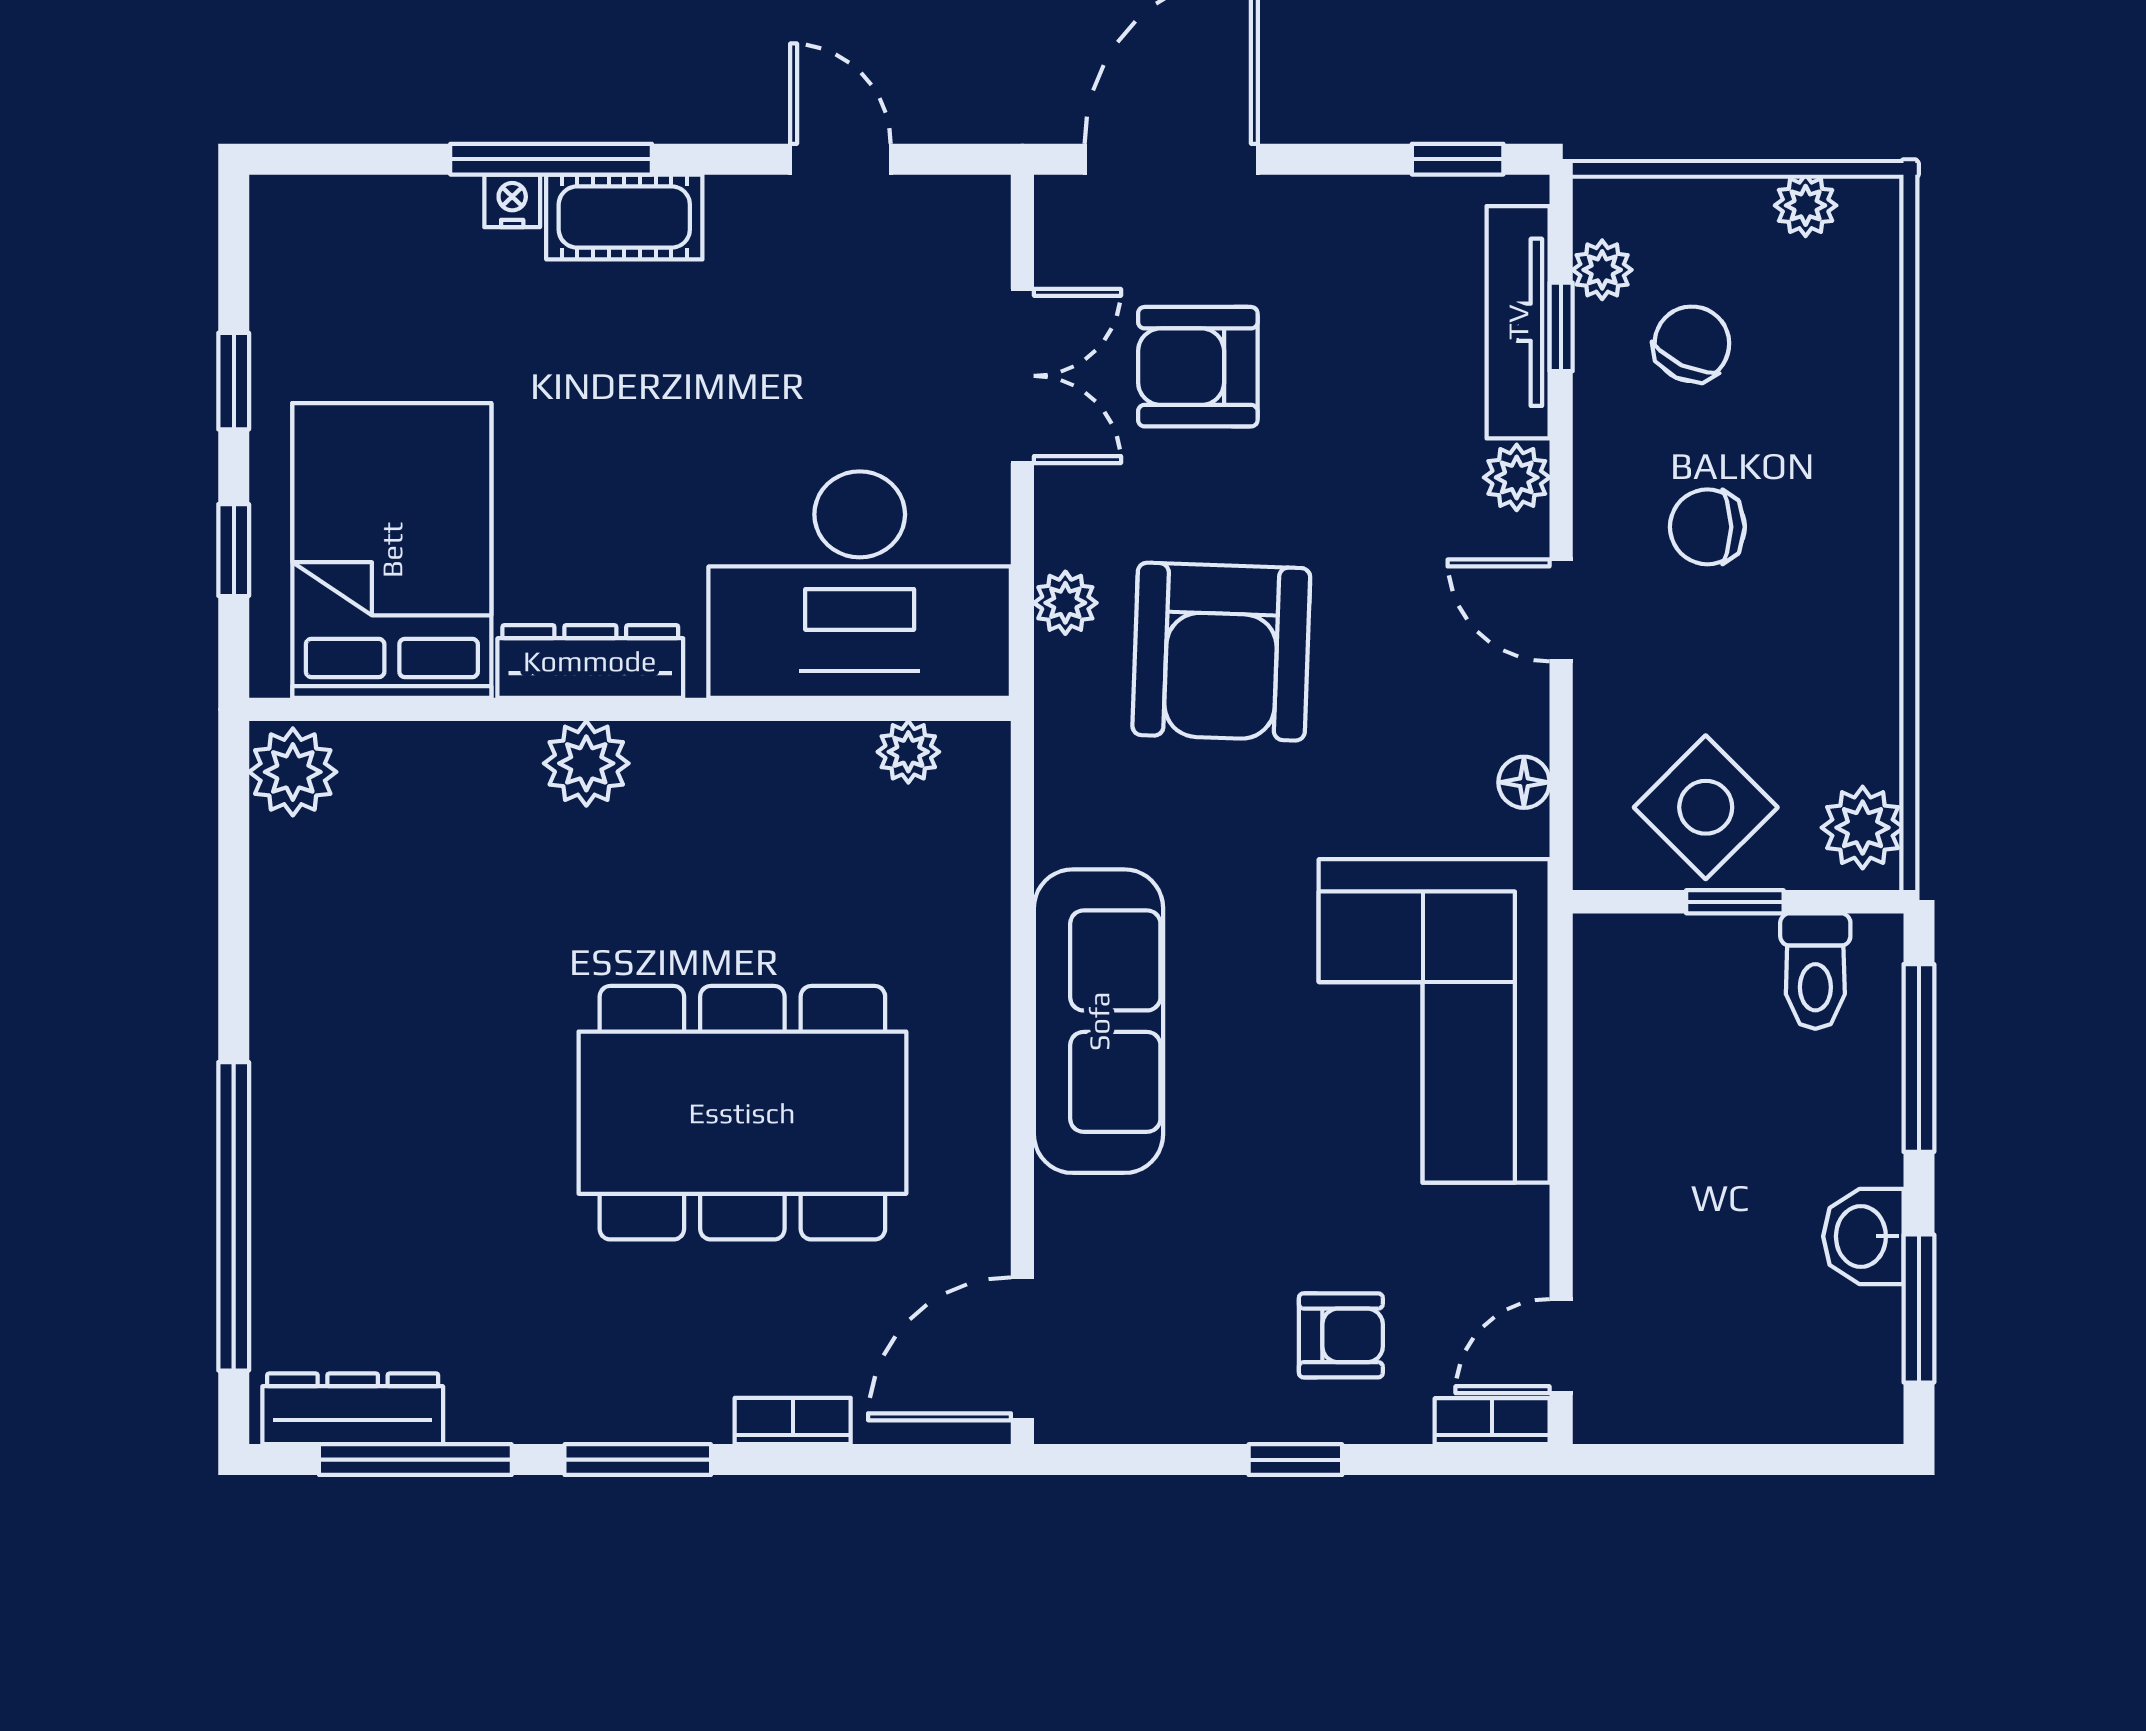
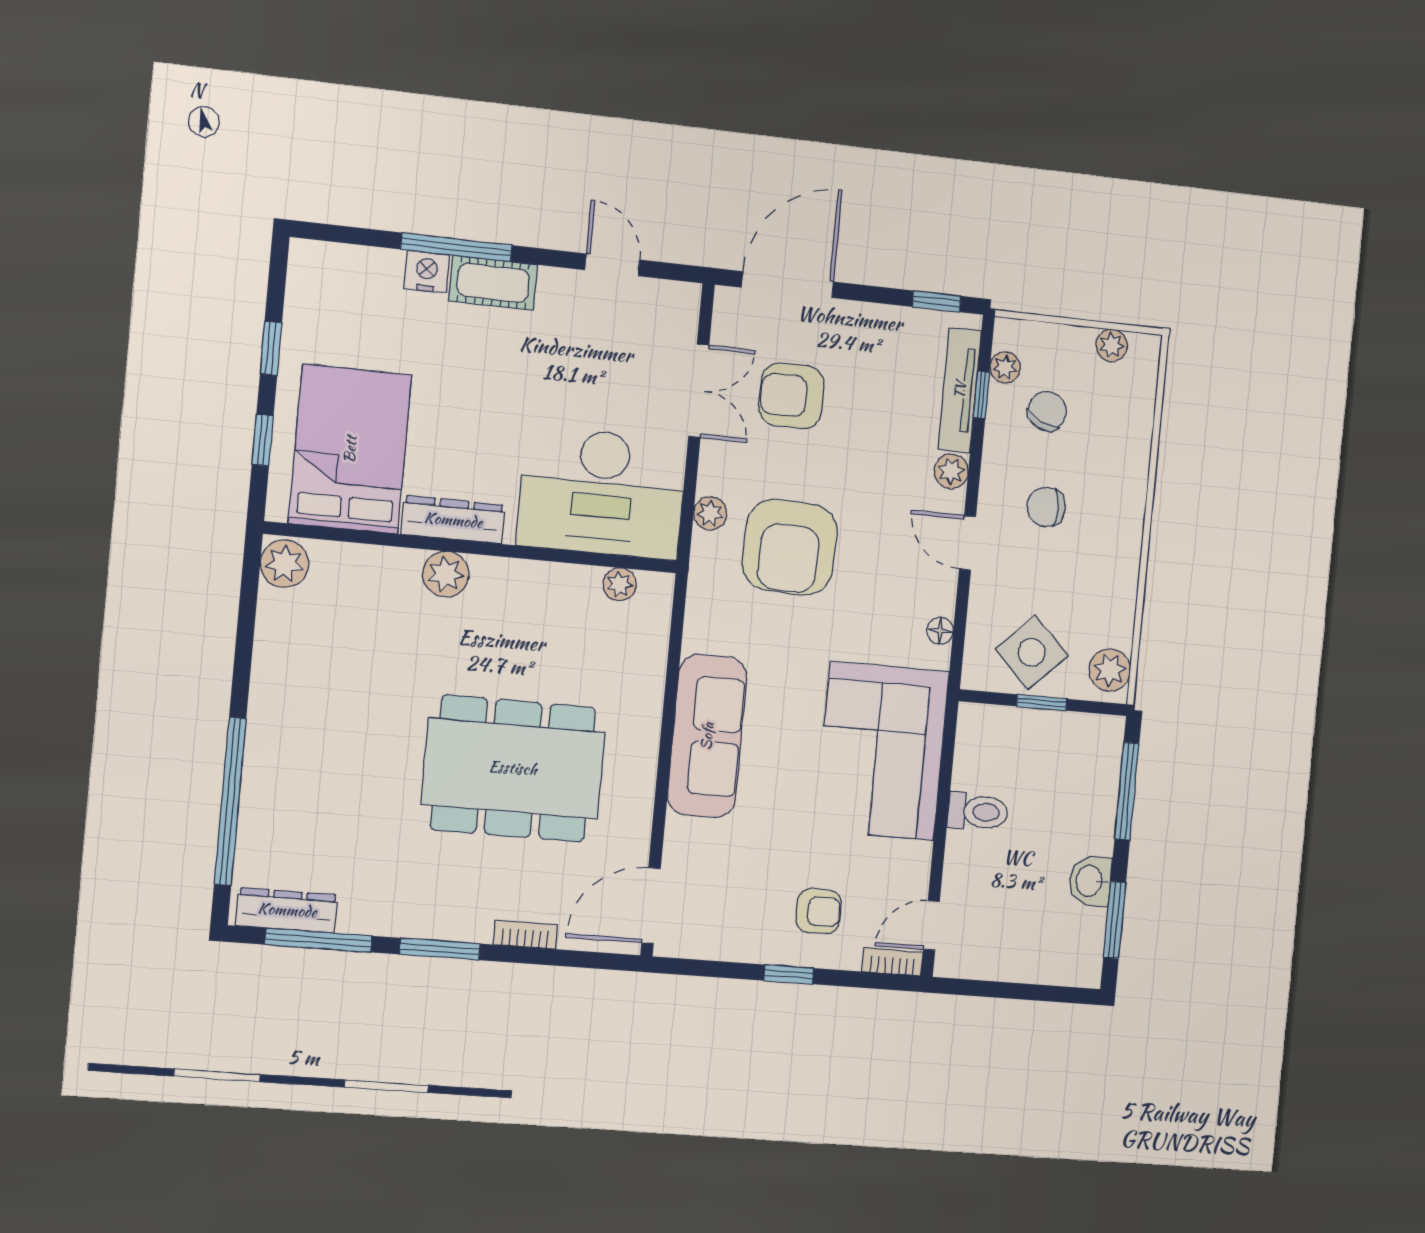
nightstand: (512, 201) -> (427, 272), width x1.39, depth x1.35
toilet: (1815, 971) -> (978, 812), moved, turned -90

